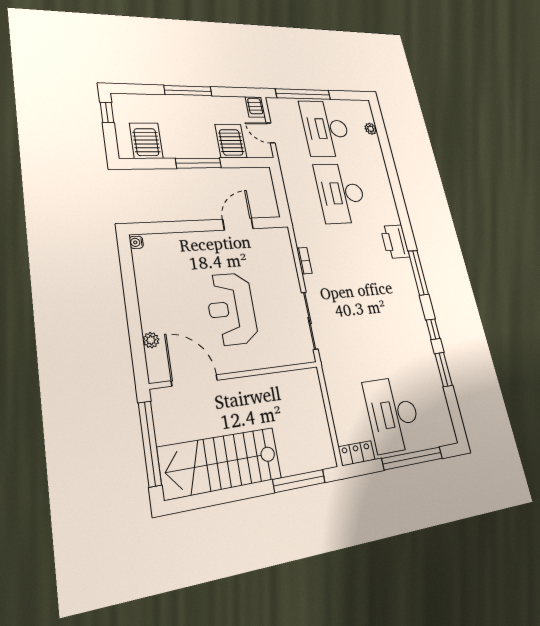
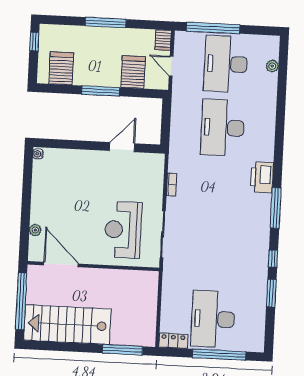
reception desk: (231, 309) -> (123, 230), moved

